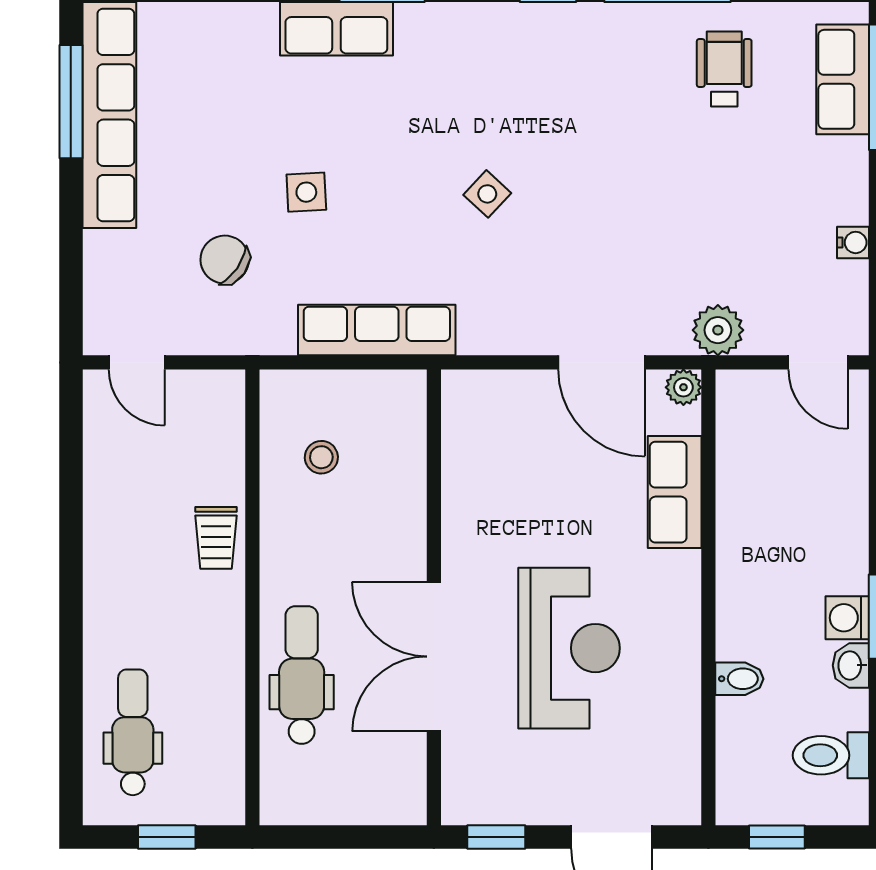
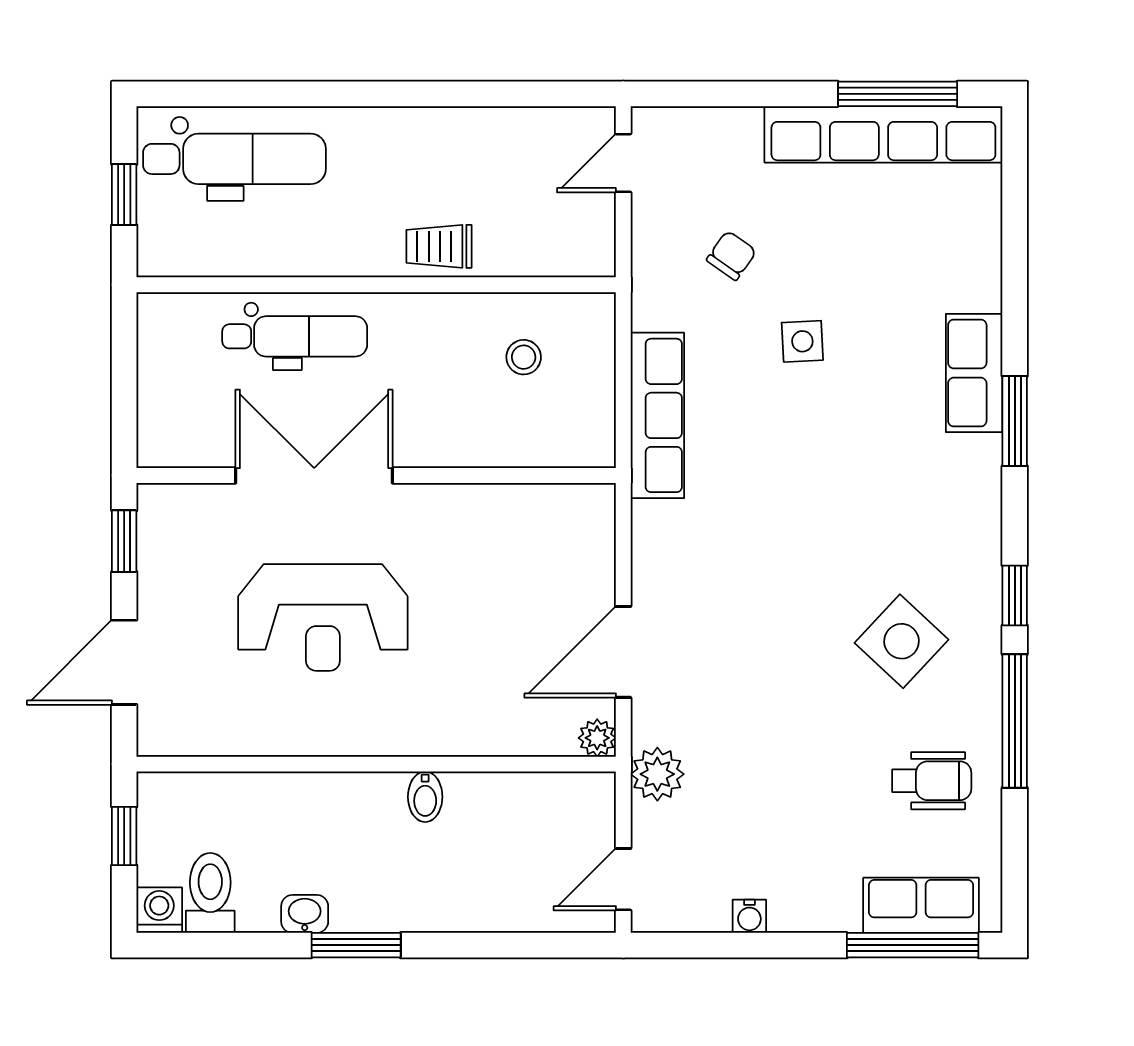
side table: (487, 194) -> (901, 641), moved, width x1.87, depth x1.87
chair: (225, 260) -> (731, 255), width x0.73, depth x0.73
row of seats: (675, 492) -> (487, 729), removed
washing machine: (847, 618) -> (159, 910), moved
bidet: (739, 679) -> (425, 797), moved
dental chair: (133, 732) -> (234, 159), width x1.36, depth x1.38

